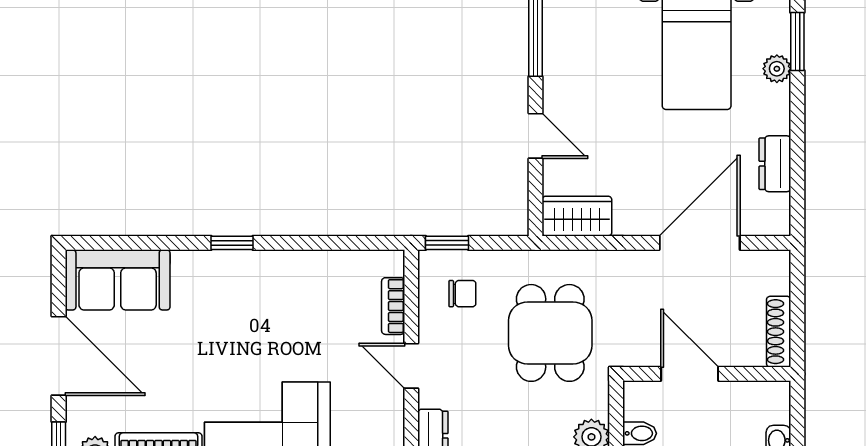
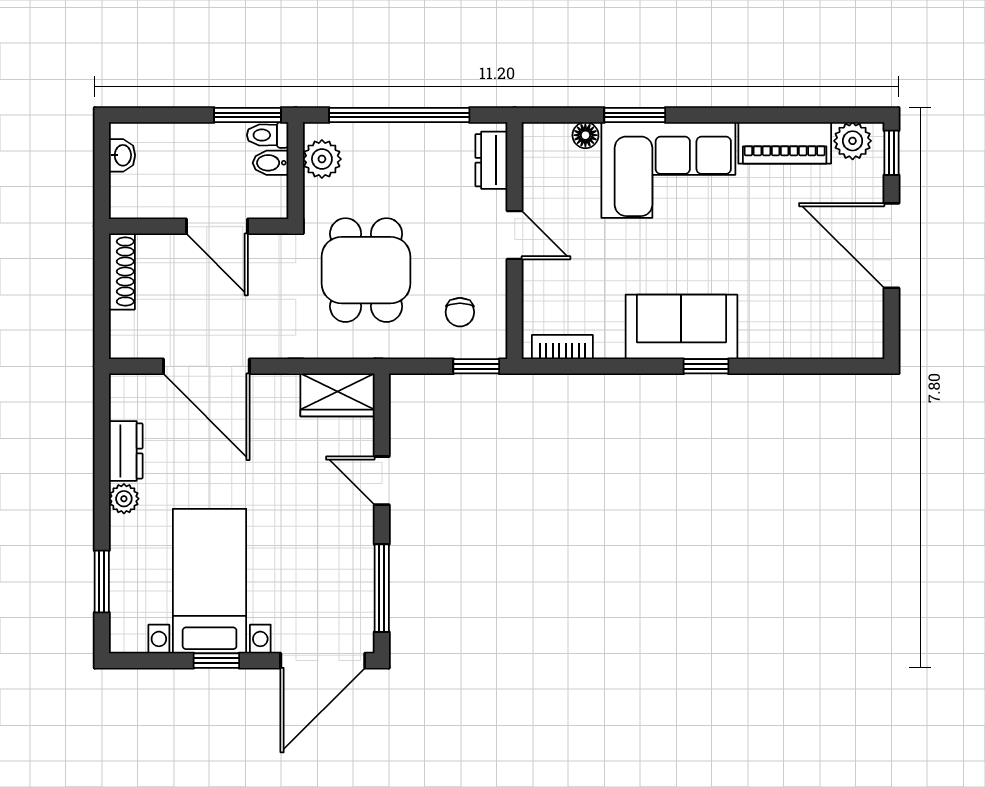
plant: (777, 69) -> (124, 499), moved
door: (700, 243) -> (206, 366), hinge flipped
sofa: (118, 280) -> (681, 327), moved
chair: (462, 294) -> (460, 312), turned -90
bookcase: (393, 306) -> (562, 347), moved, turned -90

